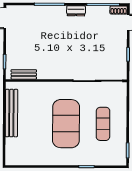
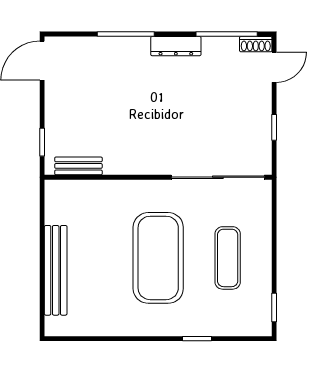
dresser: (76, 11) -> (176, 46), width x1.44
bench: (11, 113) -> (56, 270), moved

